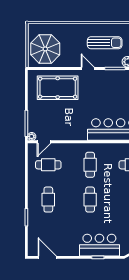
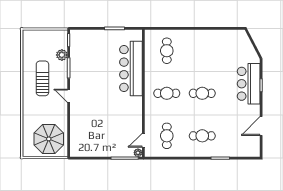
door: (88, 69) -> (69, 96), hinge flipped
pool table: (58, 88) -> (88, 126), removed
door: (44, 142) -> (143, 140), swing flipped
door: (47, 257) -> (261, 126), moved

